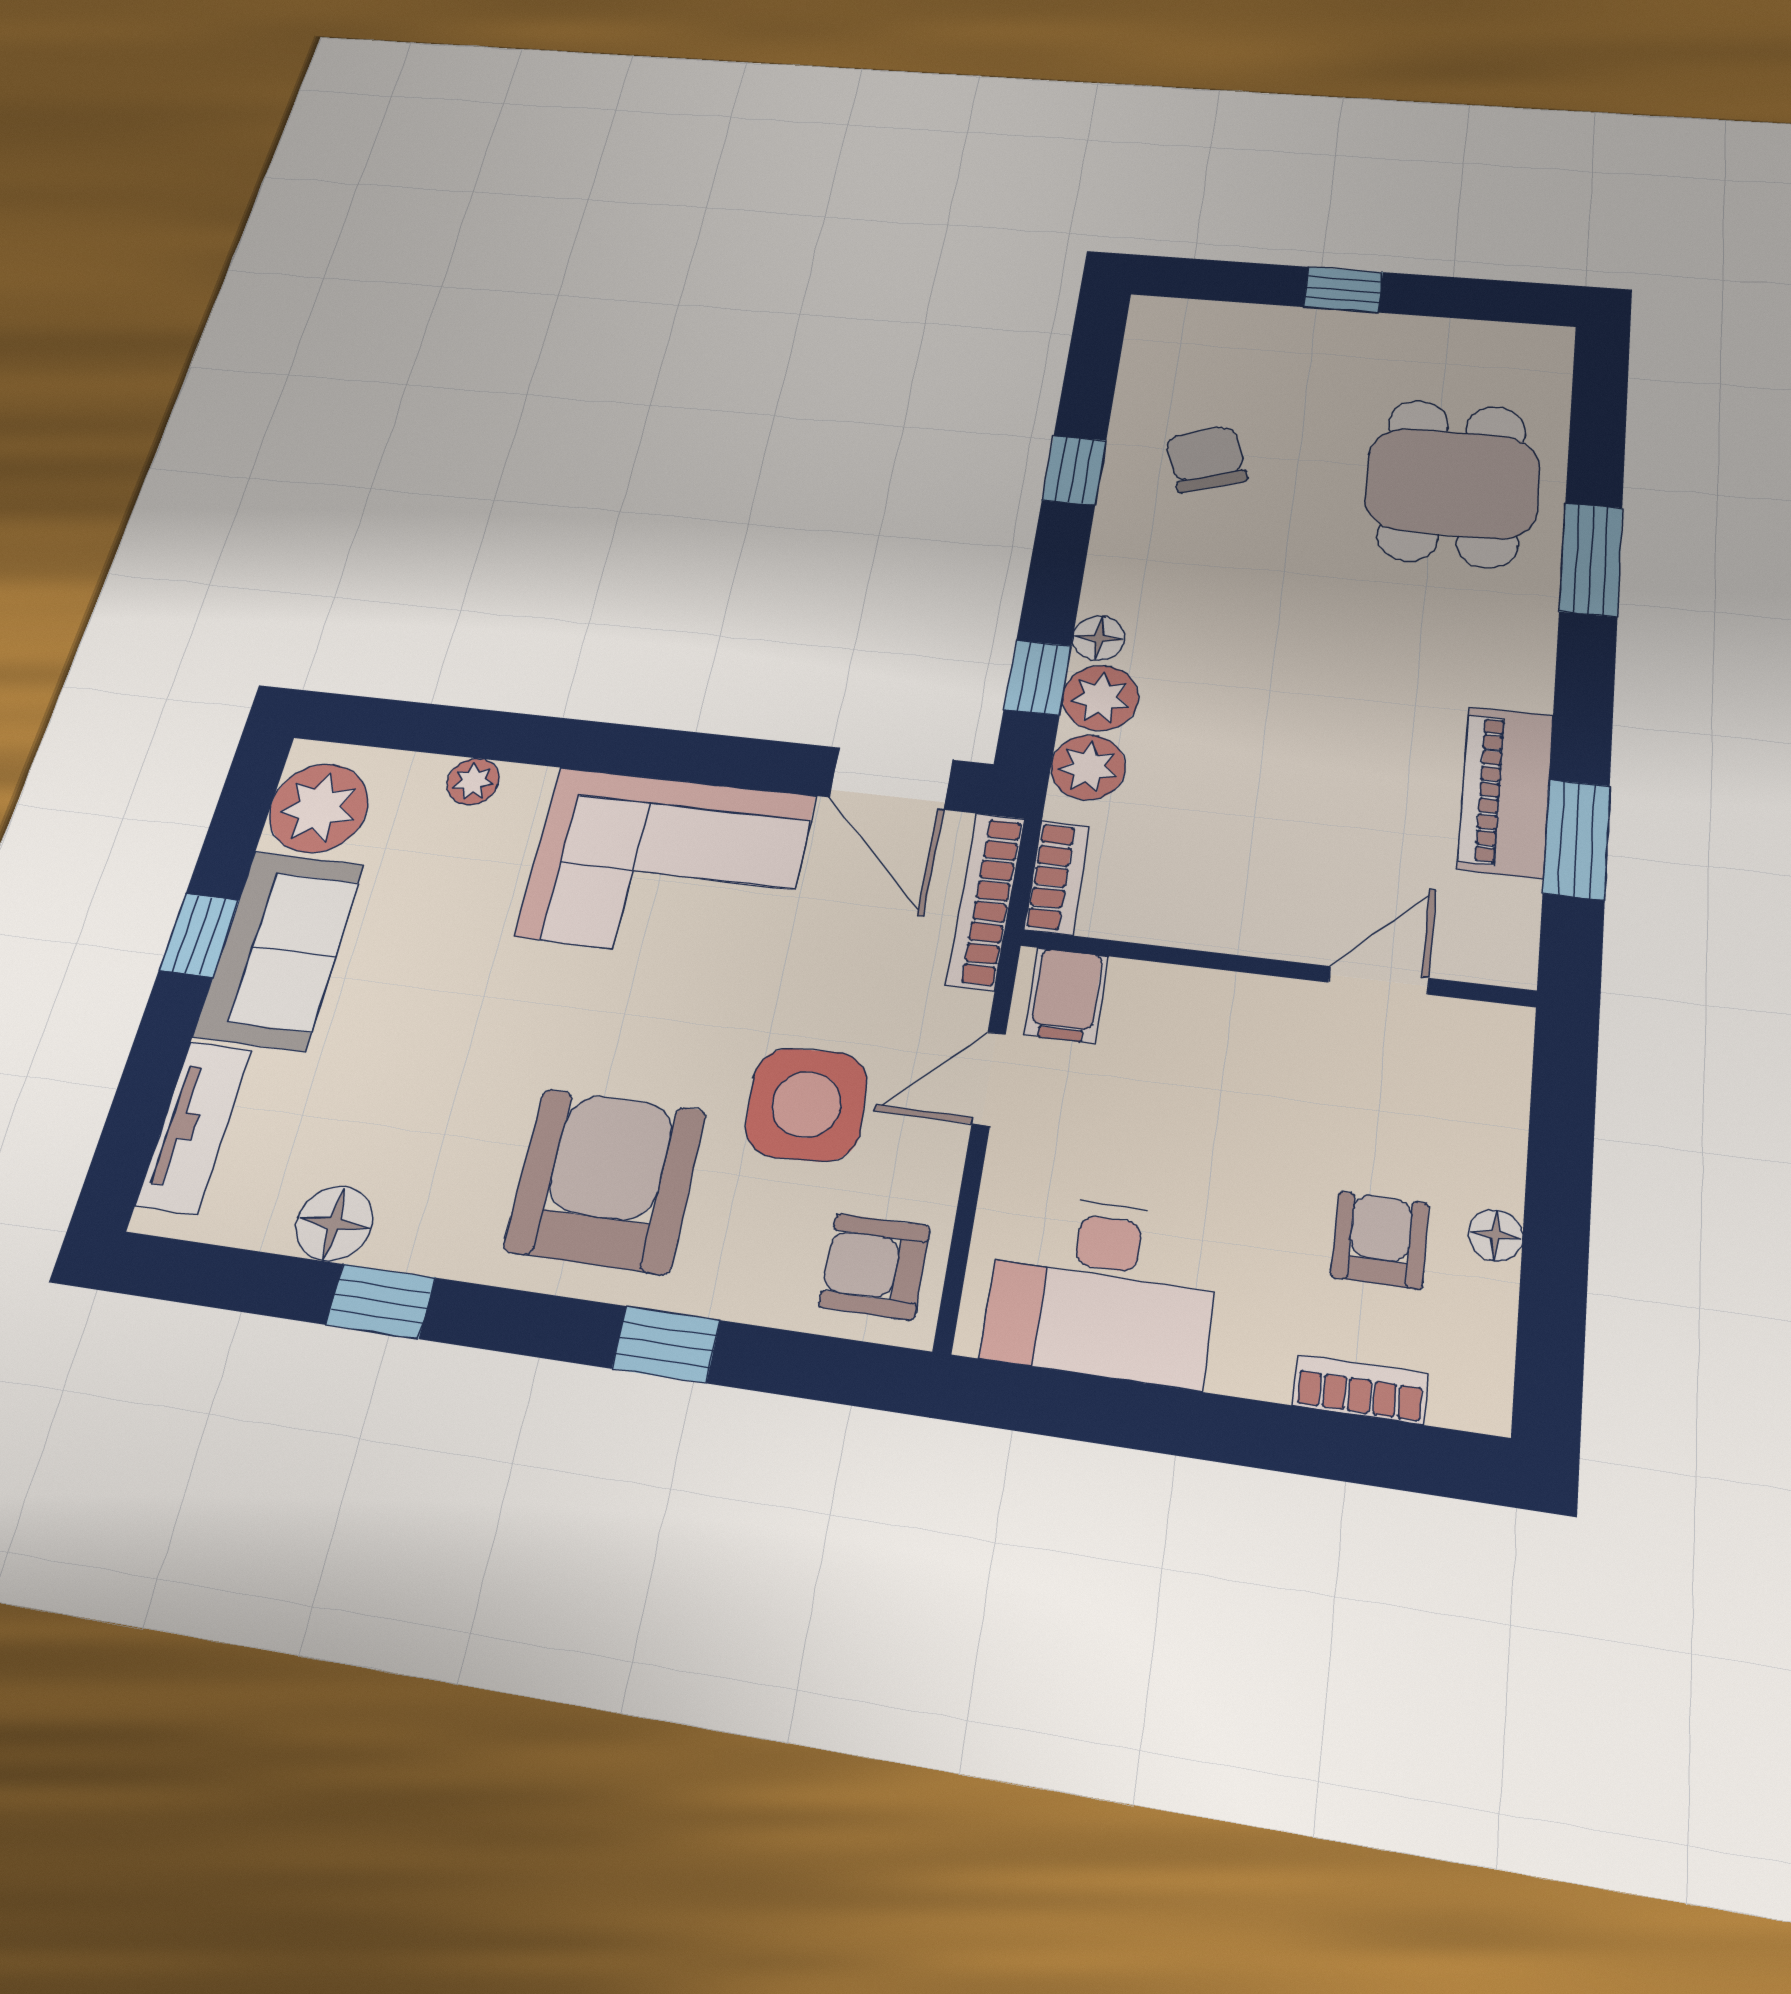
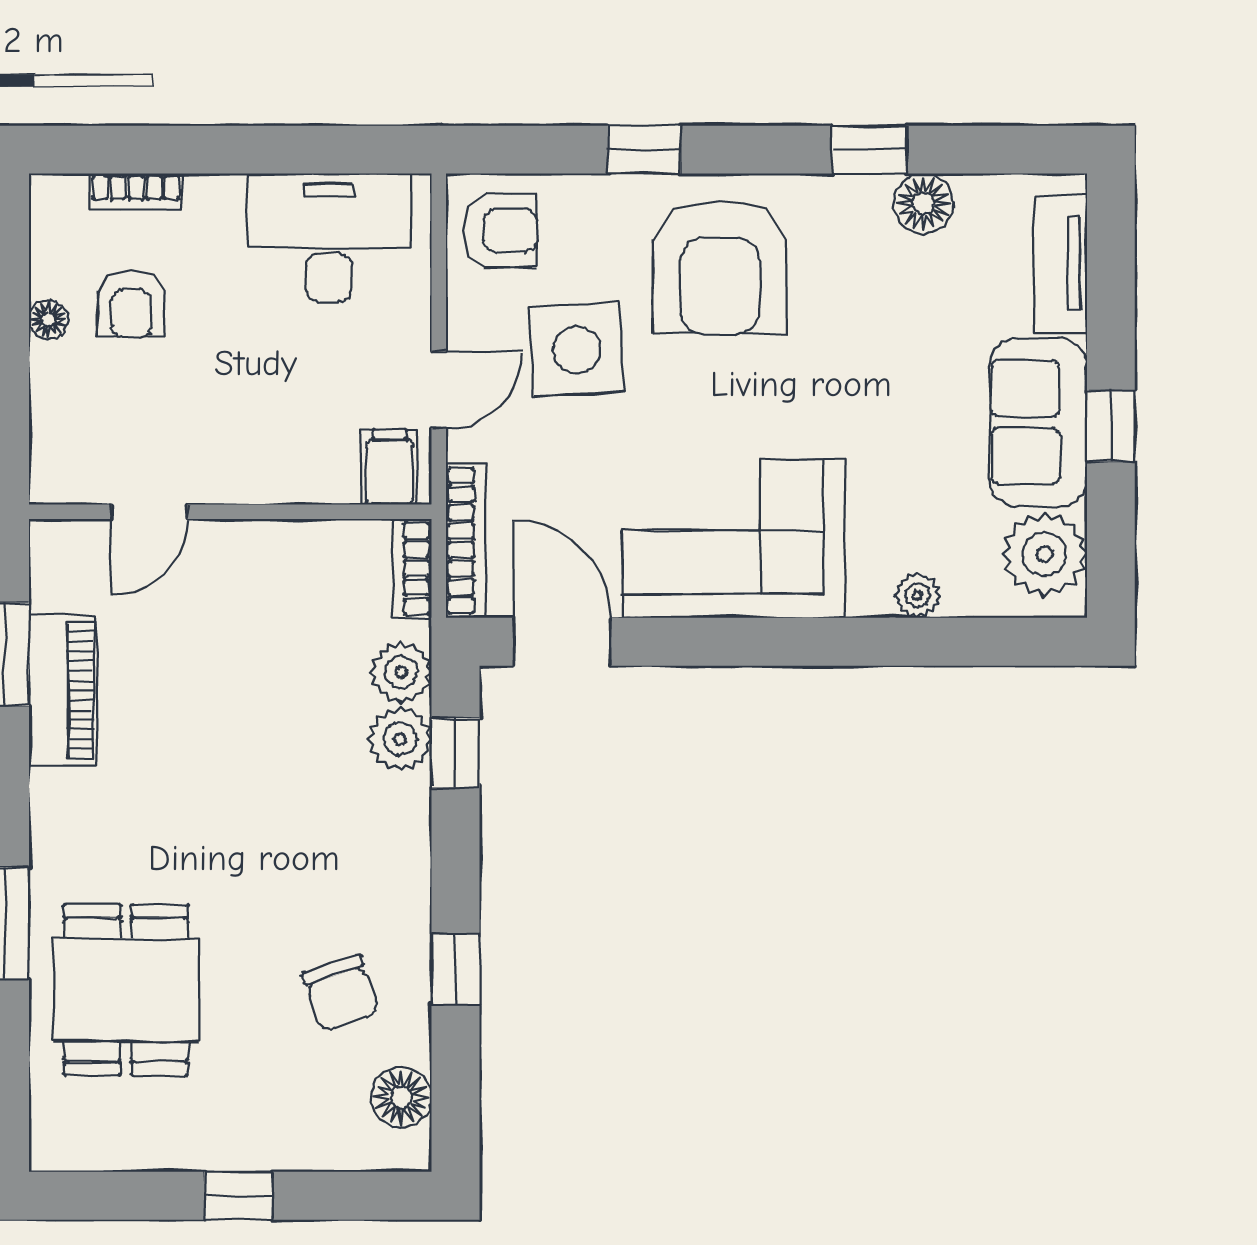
floor lamp: (1099, 638) -> (401, 1097), moved, width x1.37, depth x1.37

